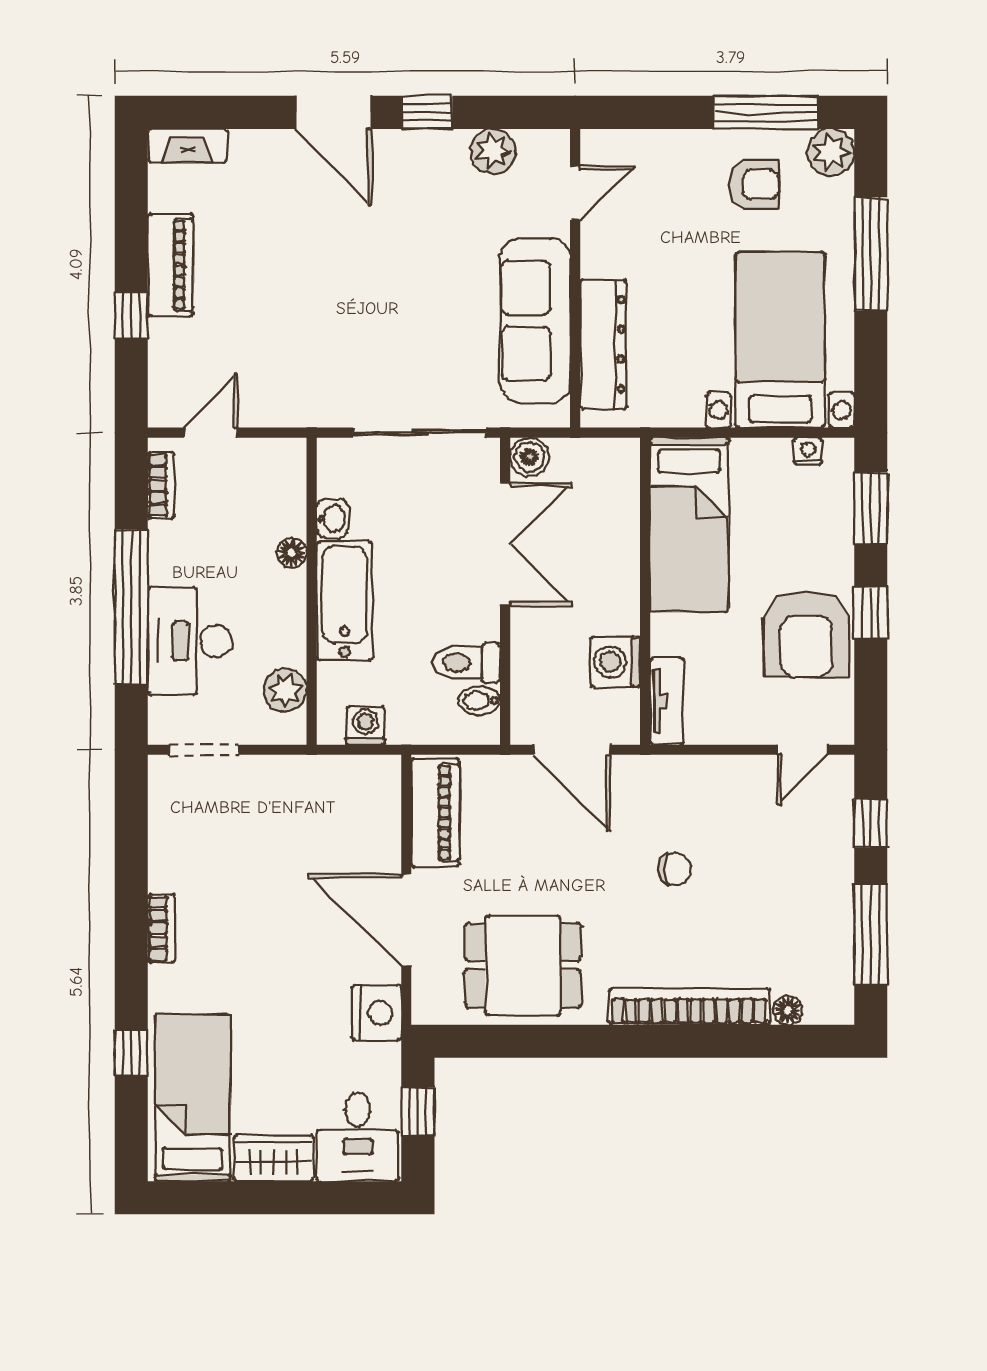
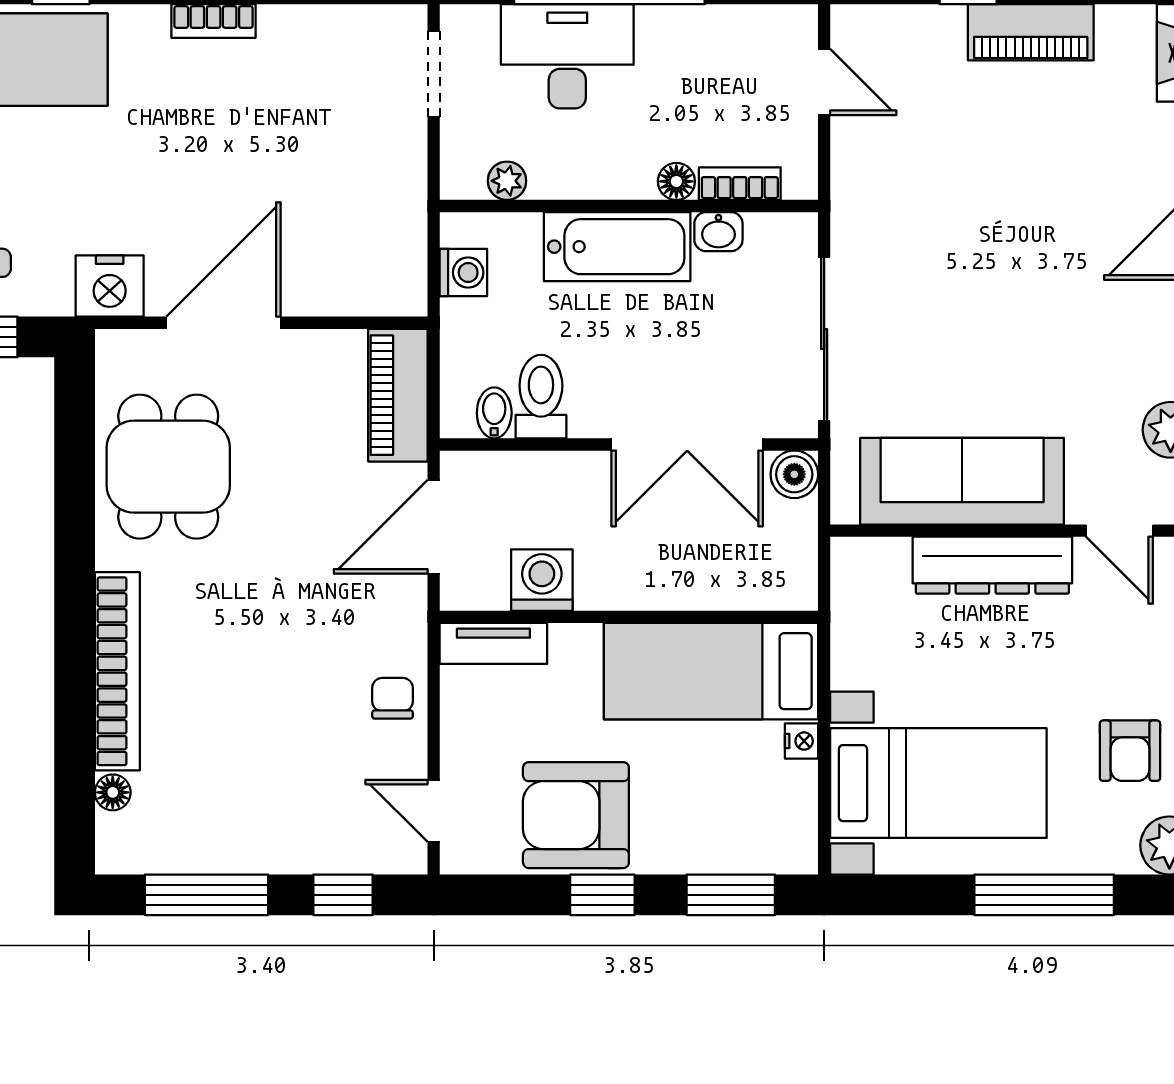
dresser: (603, 344) -> (992, 565), moved
nightstand: (808, 451) -> (801, 741), moved
bookcase: (161, 485) -> (740, 184), moved, turned 180
plant: (285, 690) -> (507, 181), width x0.73, depth x0.73
piano: (435, 812) -> (398, 395), moved, turned 90
chair: (675, 870) -> (393, 698), moved, turned 180

